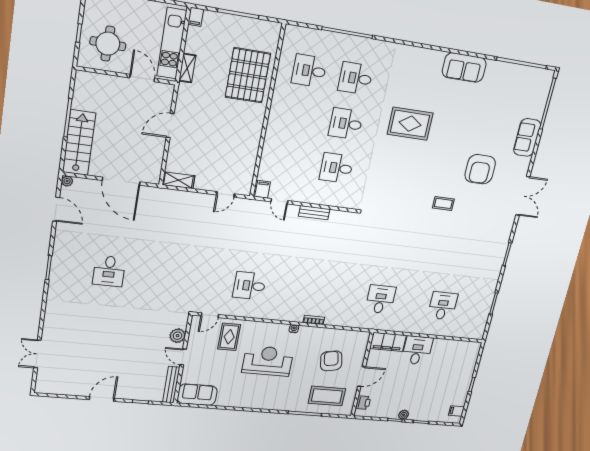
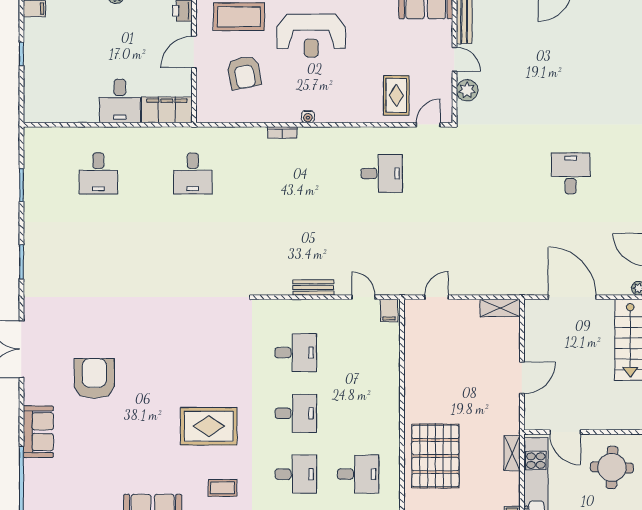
coffee table: (443, 203) -> (223, 488), moved
reception desk: (268, 361) -> (311, 36), moved

